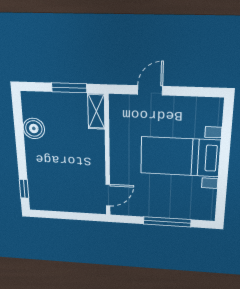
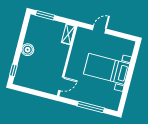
window: (69, 88) -> (45, 15), moved
boiler: (34, 128) -> (28, 50), moved

